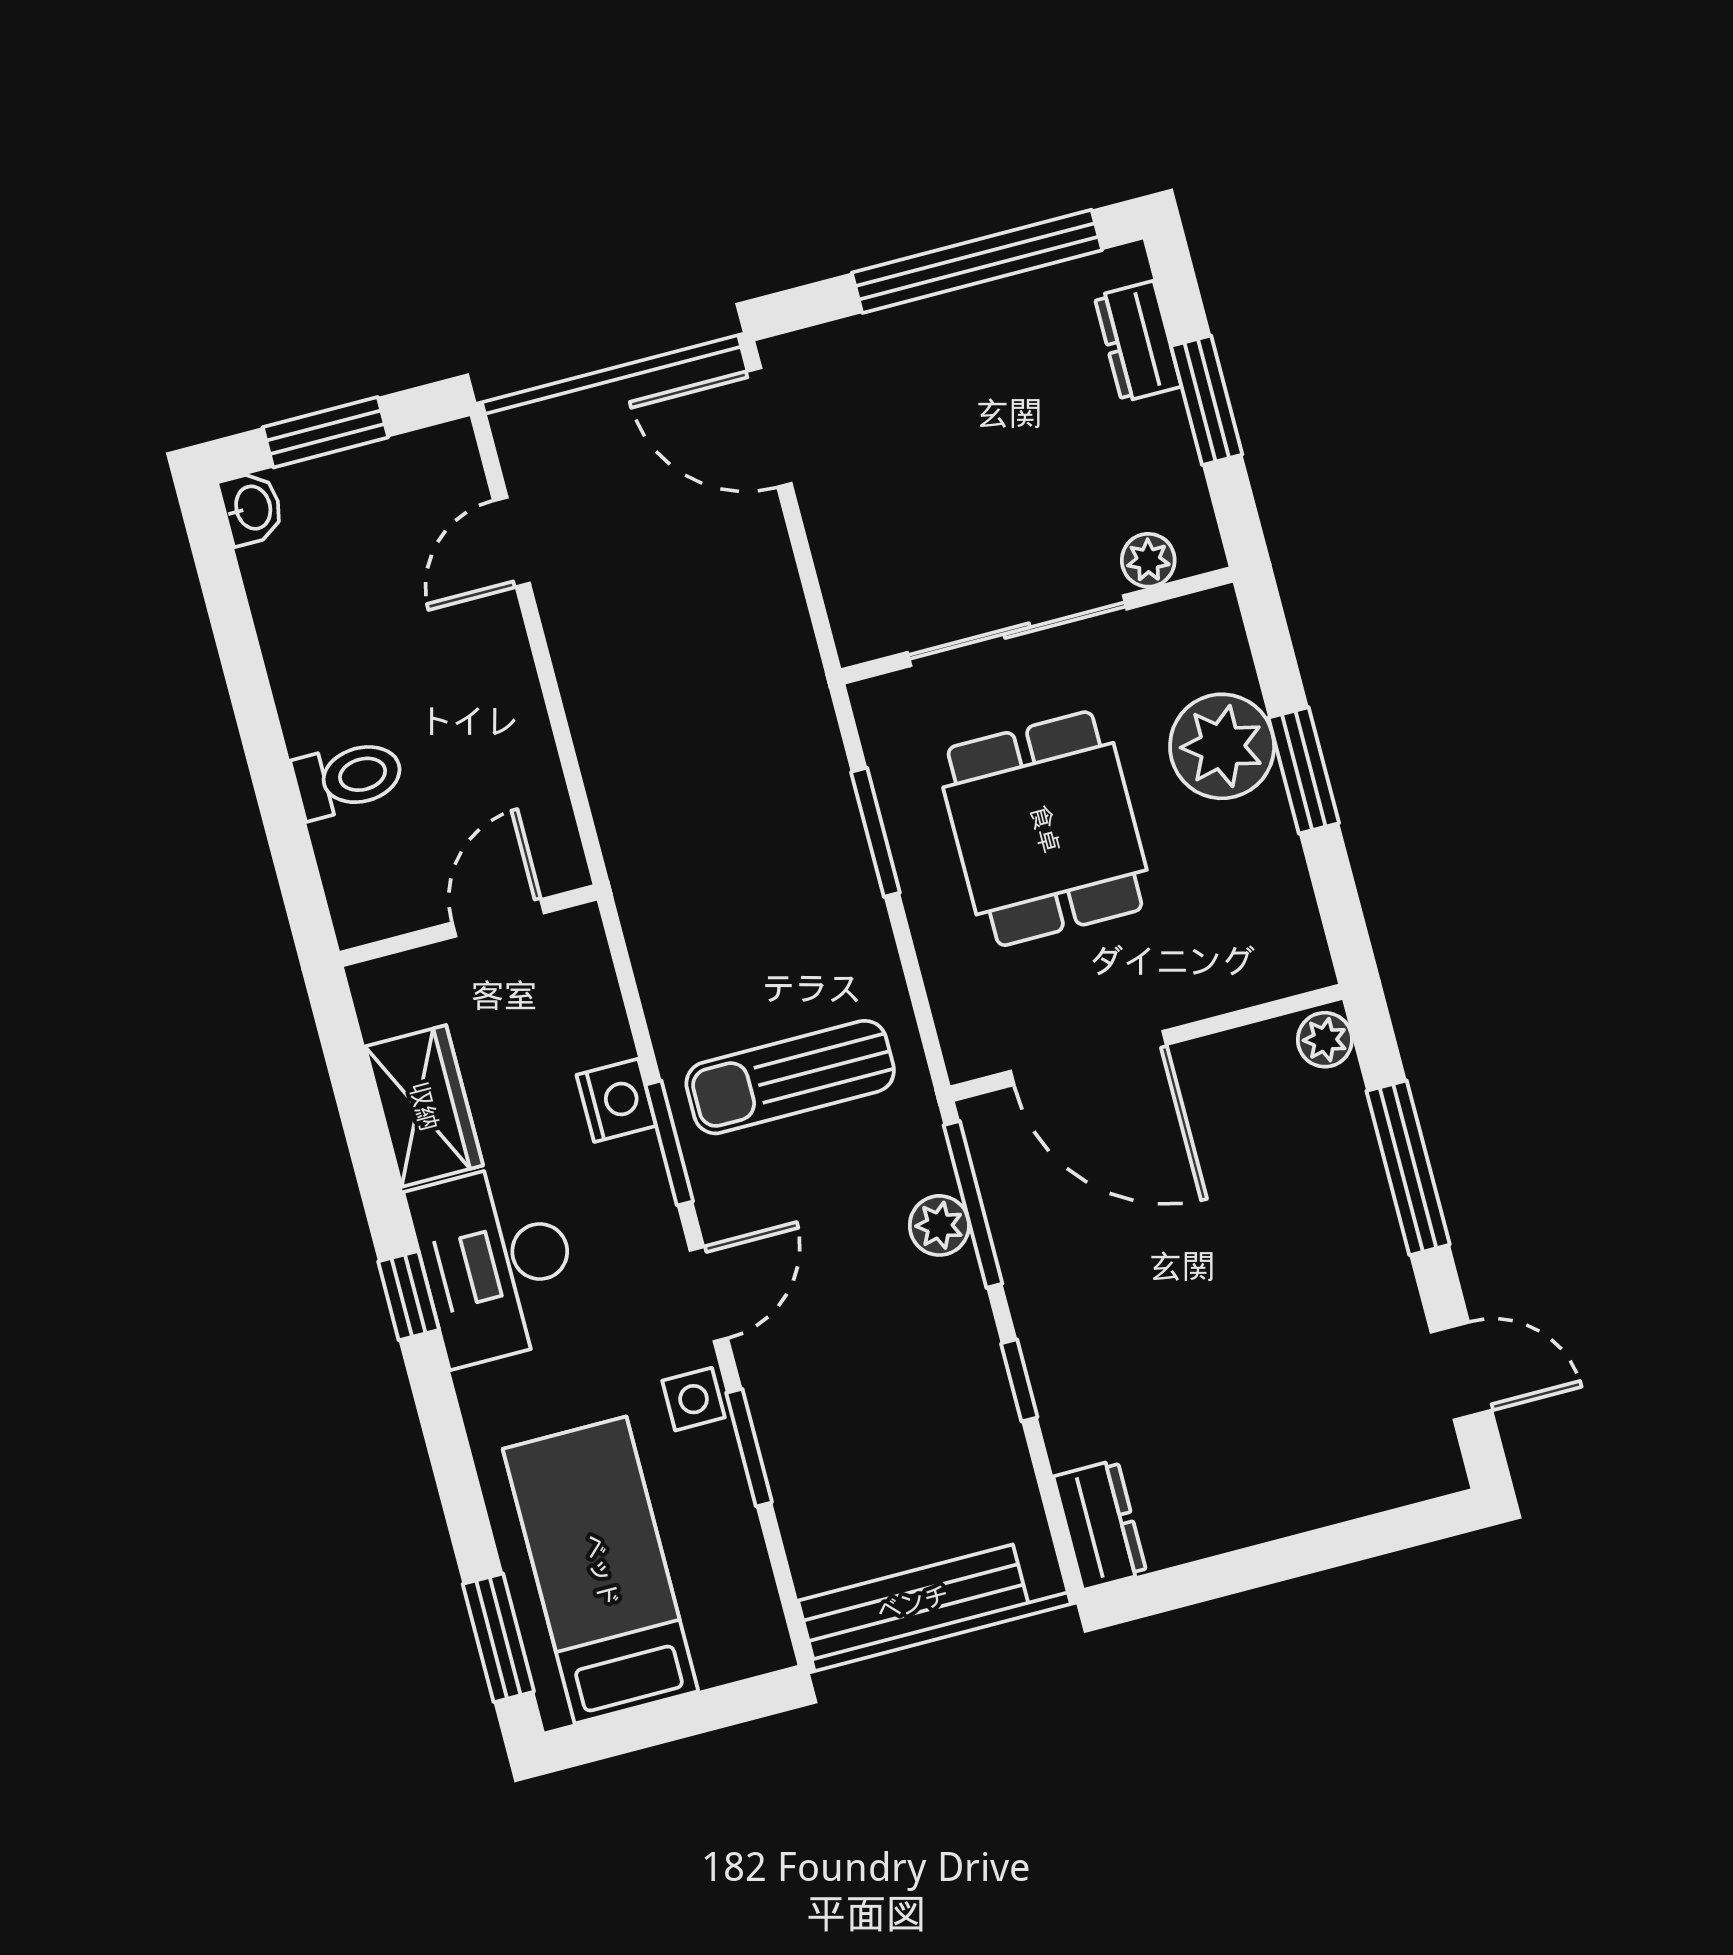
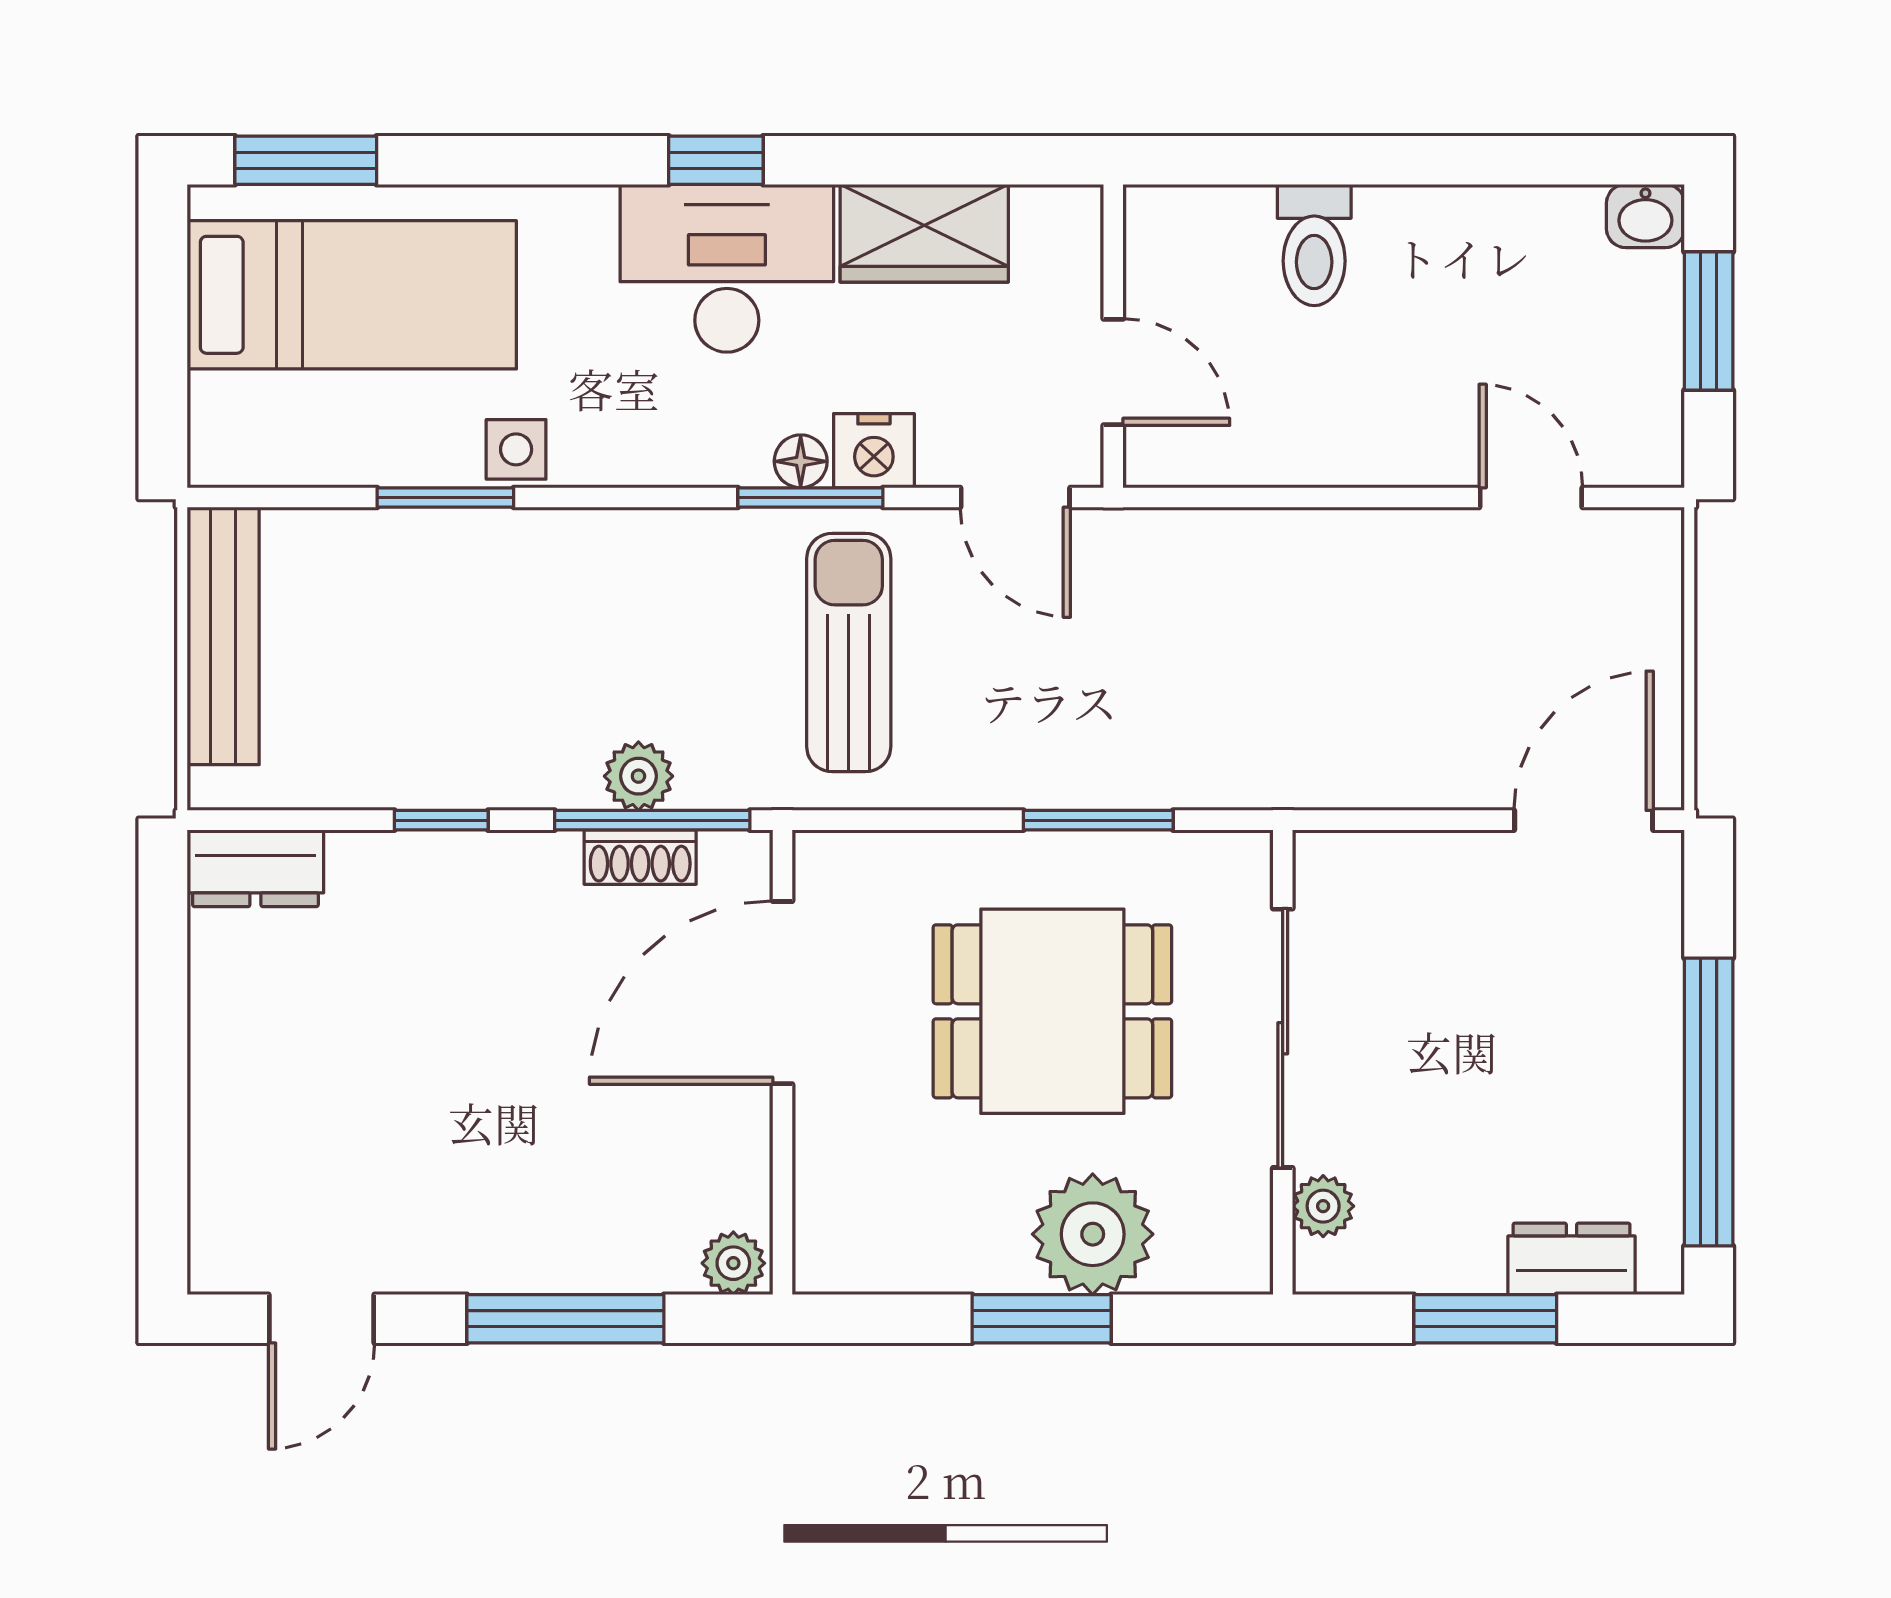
floor lamp: (641, 1159) -> (801, 461), added
shoe rack: (1006, 1206) -> (640, 857), added
door: (709, 1294) -> (1015, 497), moved

